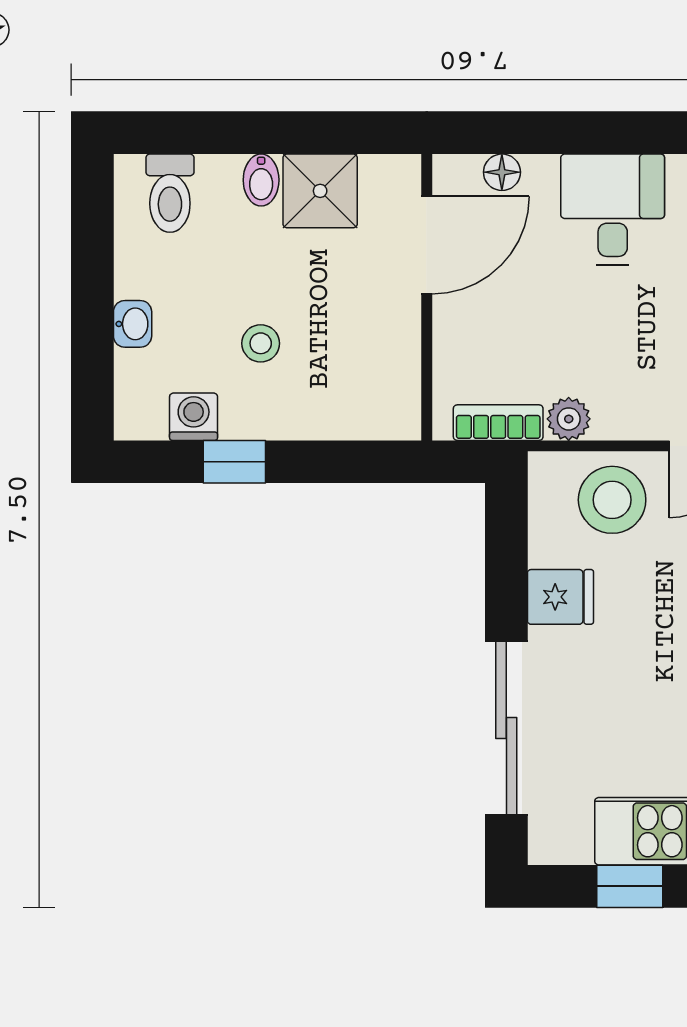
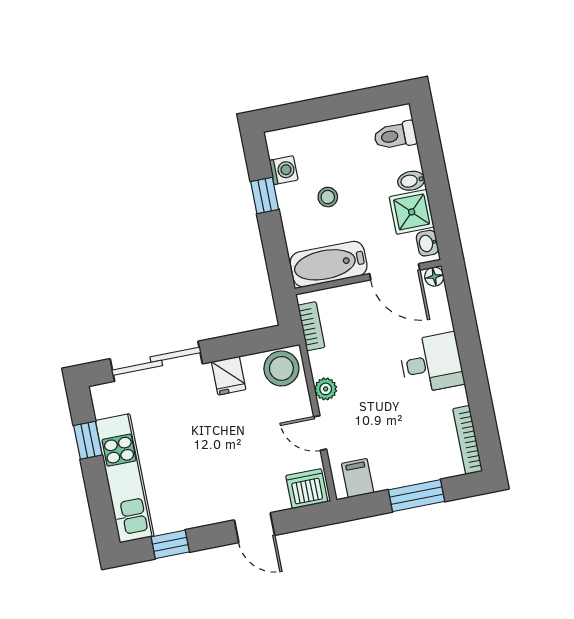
floor lamp: (502, 172) -> (434, 277), moved
washbasin: (133, 324) -> (427, 243), moved, turned 90
bathtub: (387, 367) -> (329, 264), added
plant: (569, 419) -> (326, 389), moved
stool: (612, 500) -> (281, 368), moved

